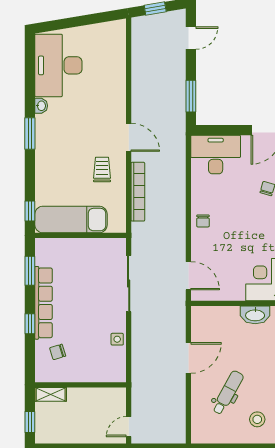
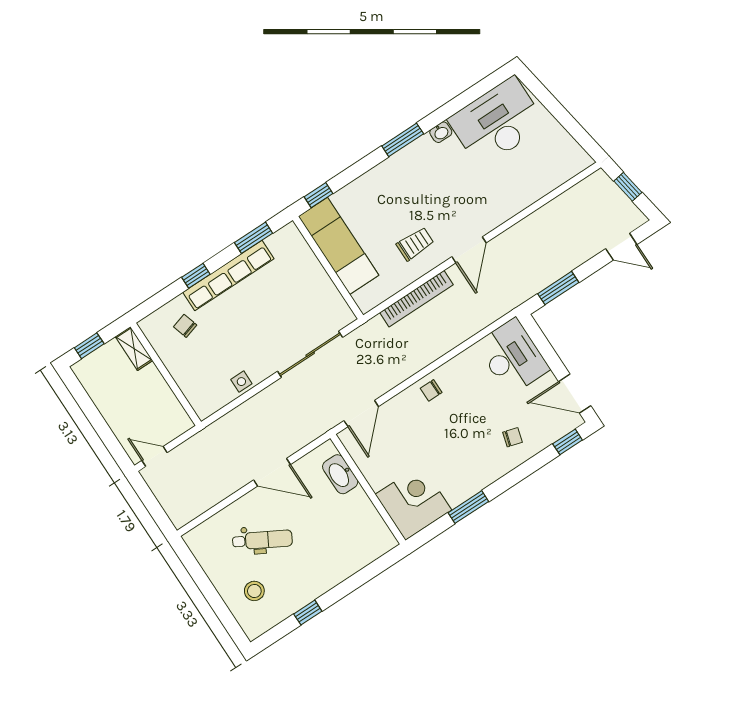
washbasin: (255, 315) -> (340, 474), moved

